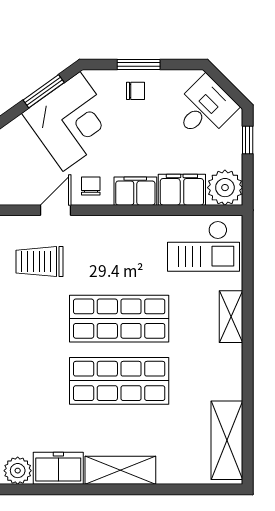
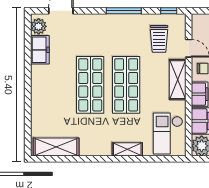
trolley: (40, 262) -> (159, 39), turned 180
shelving: (120, 470) -> (178, 80), moved

